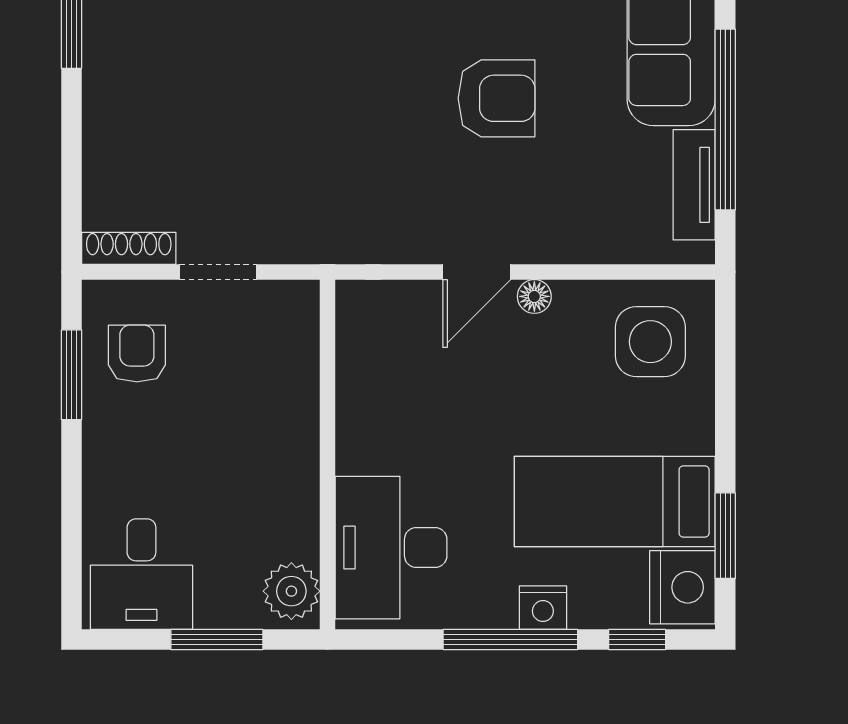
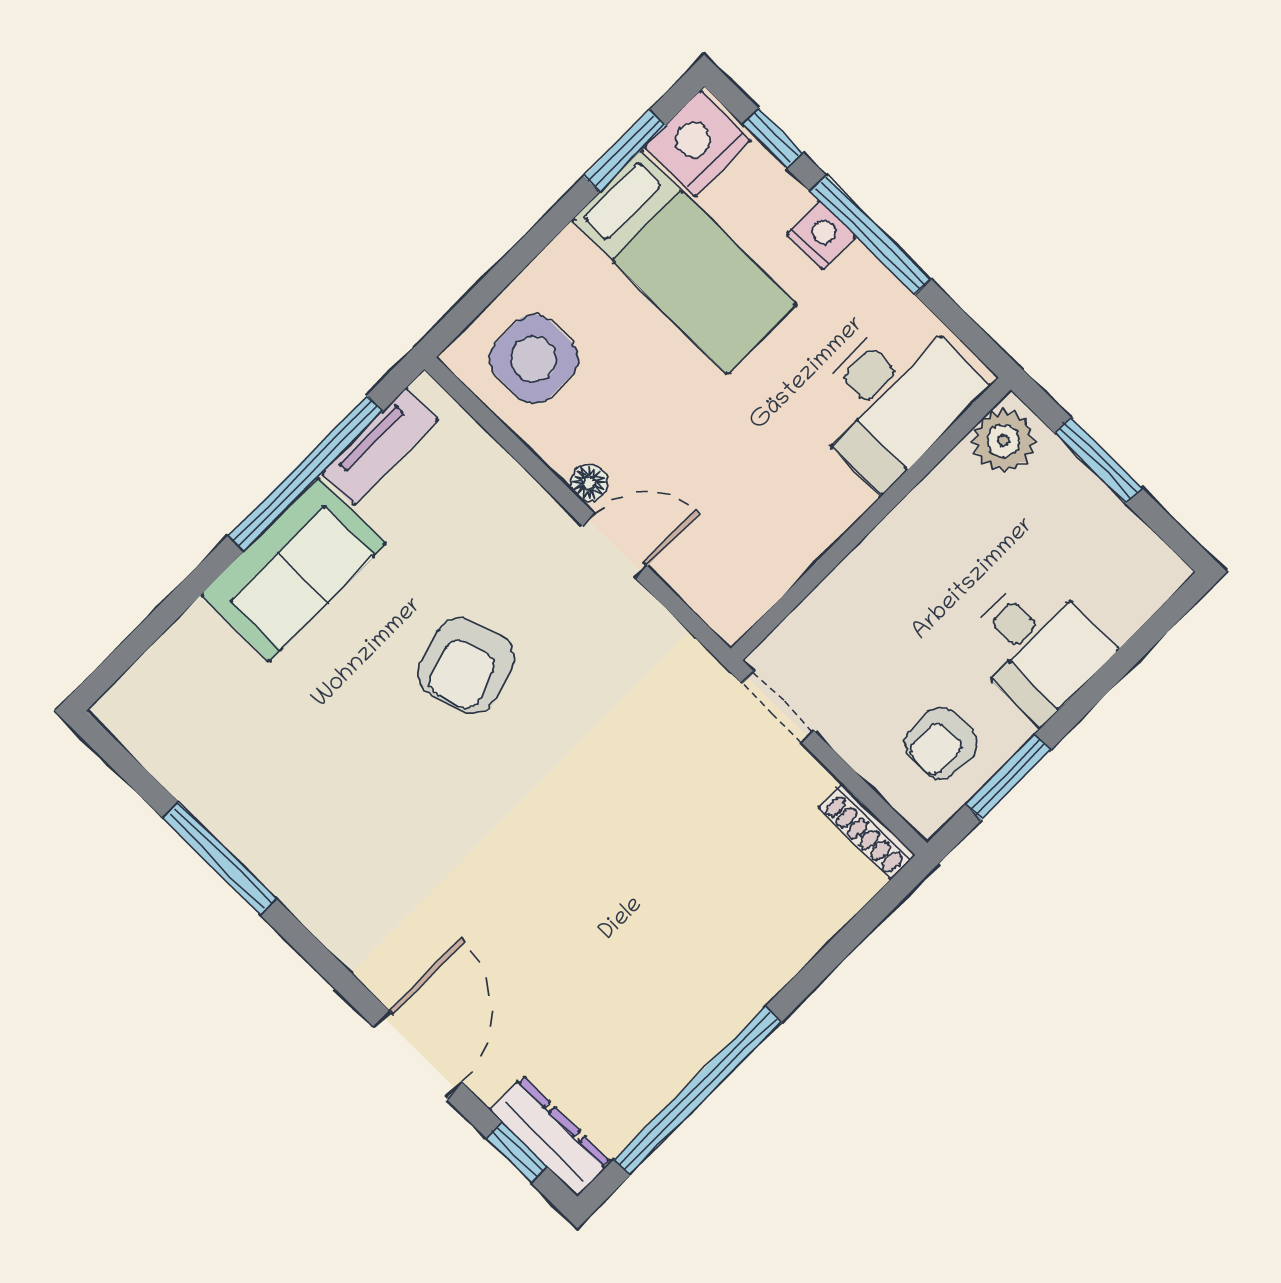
armchair: (497, 98) -> (466, 665), turned -108
doorway: (218, 272) -> (778, 707), moved
desk: (141, 574) -> (1037, 647), moved, turned 90

